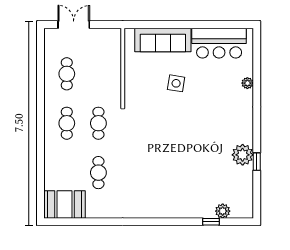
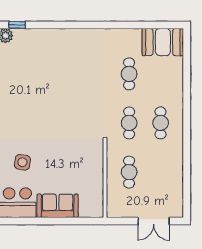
sofa: (163, 40) -> (58, 206), width x0.73
cafe table: (67, 74) -> (129, 172), moved
side table: (176, 83) -> (22, 162), moved

